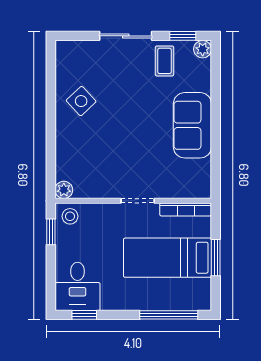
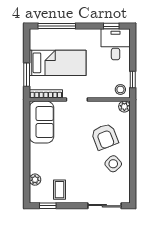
sliding door: (126, 36) -> (104, 206), moved
plant: (203, 49) -> (35, 180), moved
sofa: (192, 125) -> (41, 122), moved
armchair: (94, 143) -> (105, 137), added
window: (216, 258) -> (27, 75), moved

